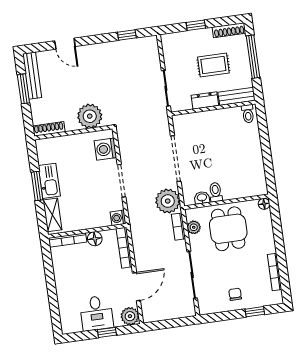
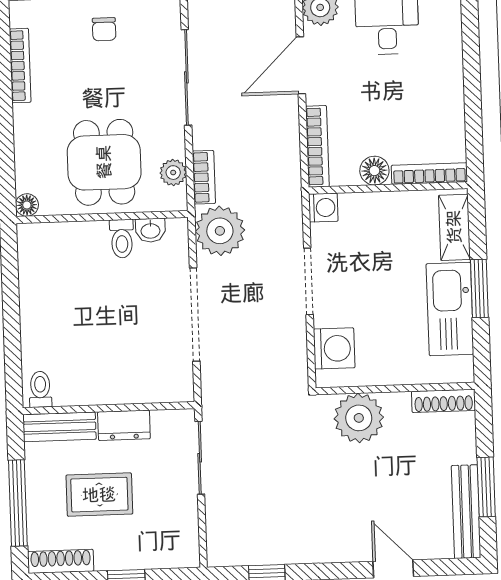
kitchen sink: (49, 181) -> (450, 309), width x1.36, depth x1.24

